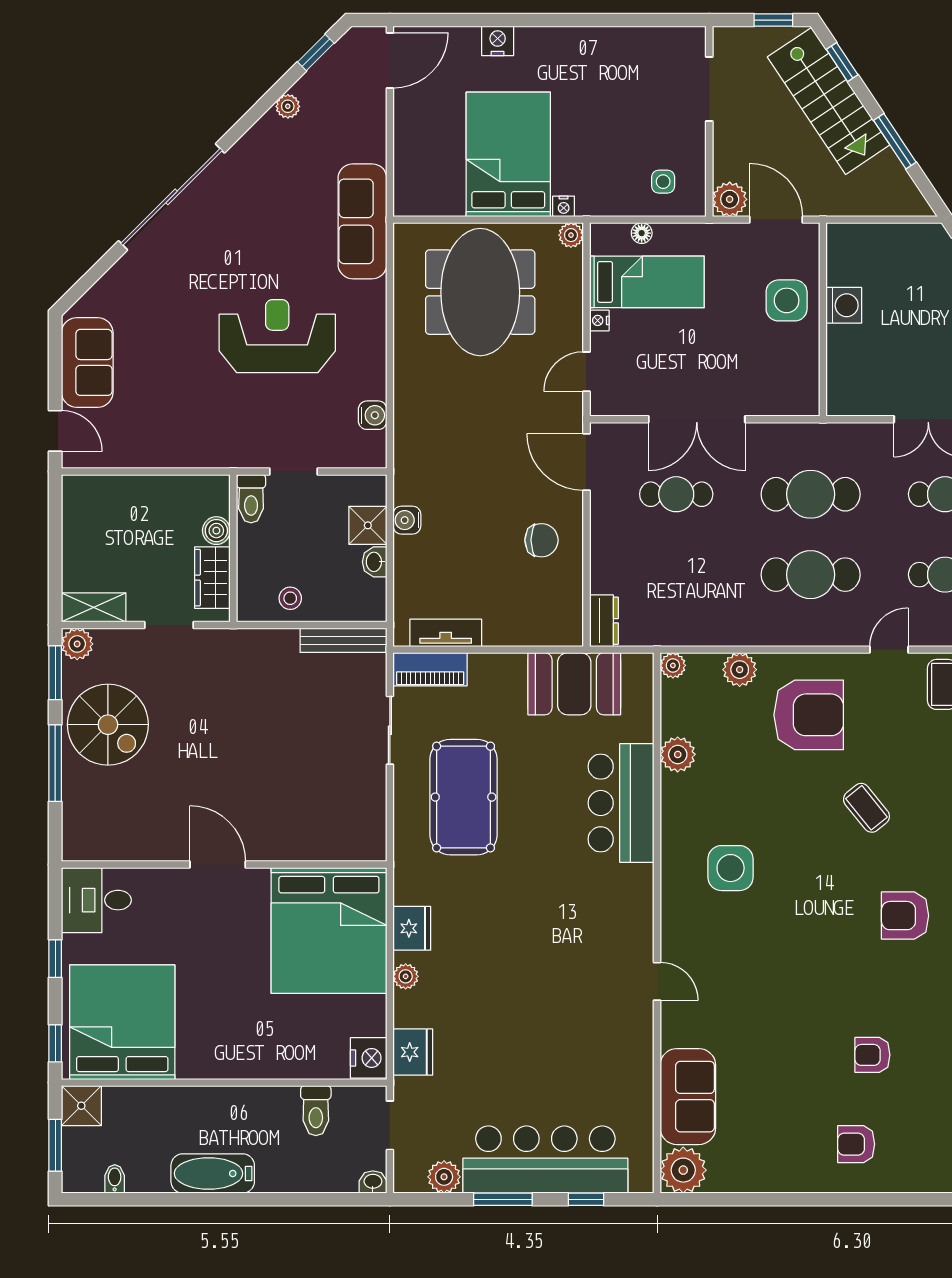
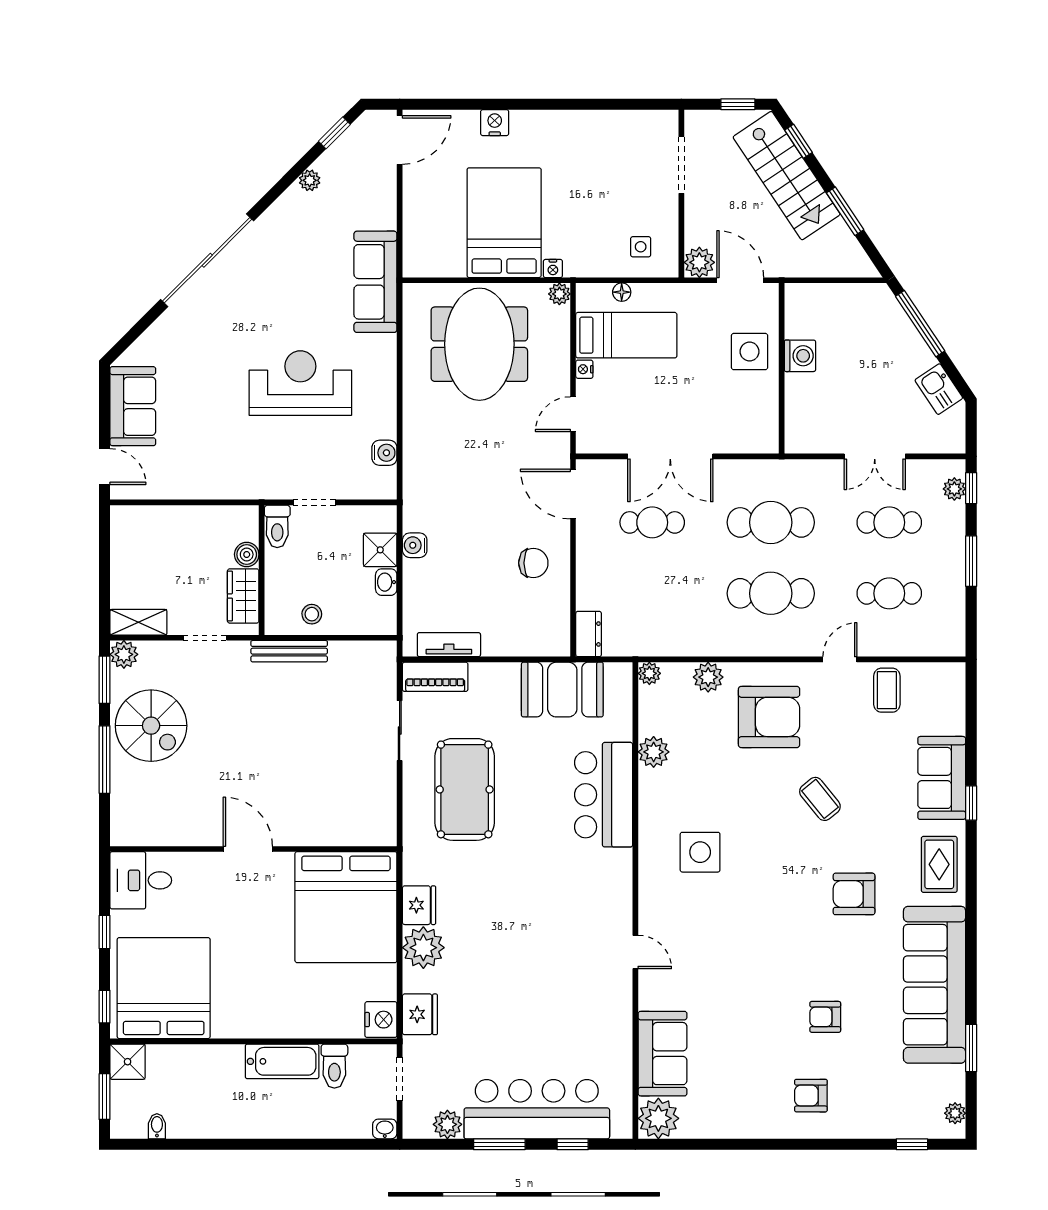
bench: (343, 640) -> (289, 651), moved
plant: (406, 976) -> (423, 948), width x1.88, depth x1.88
bathtub: (213, 1173) -> (282, 1061), moved, turned 180

